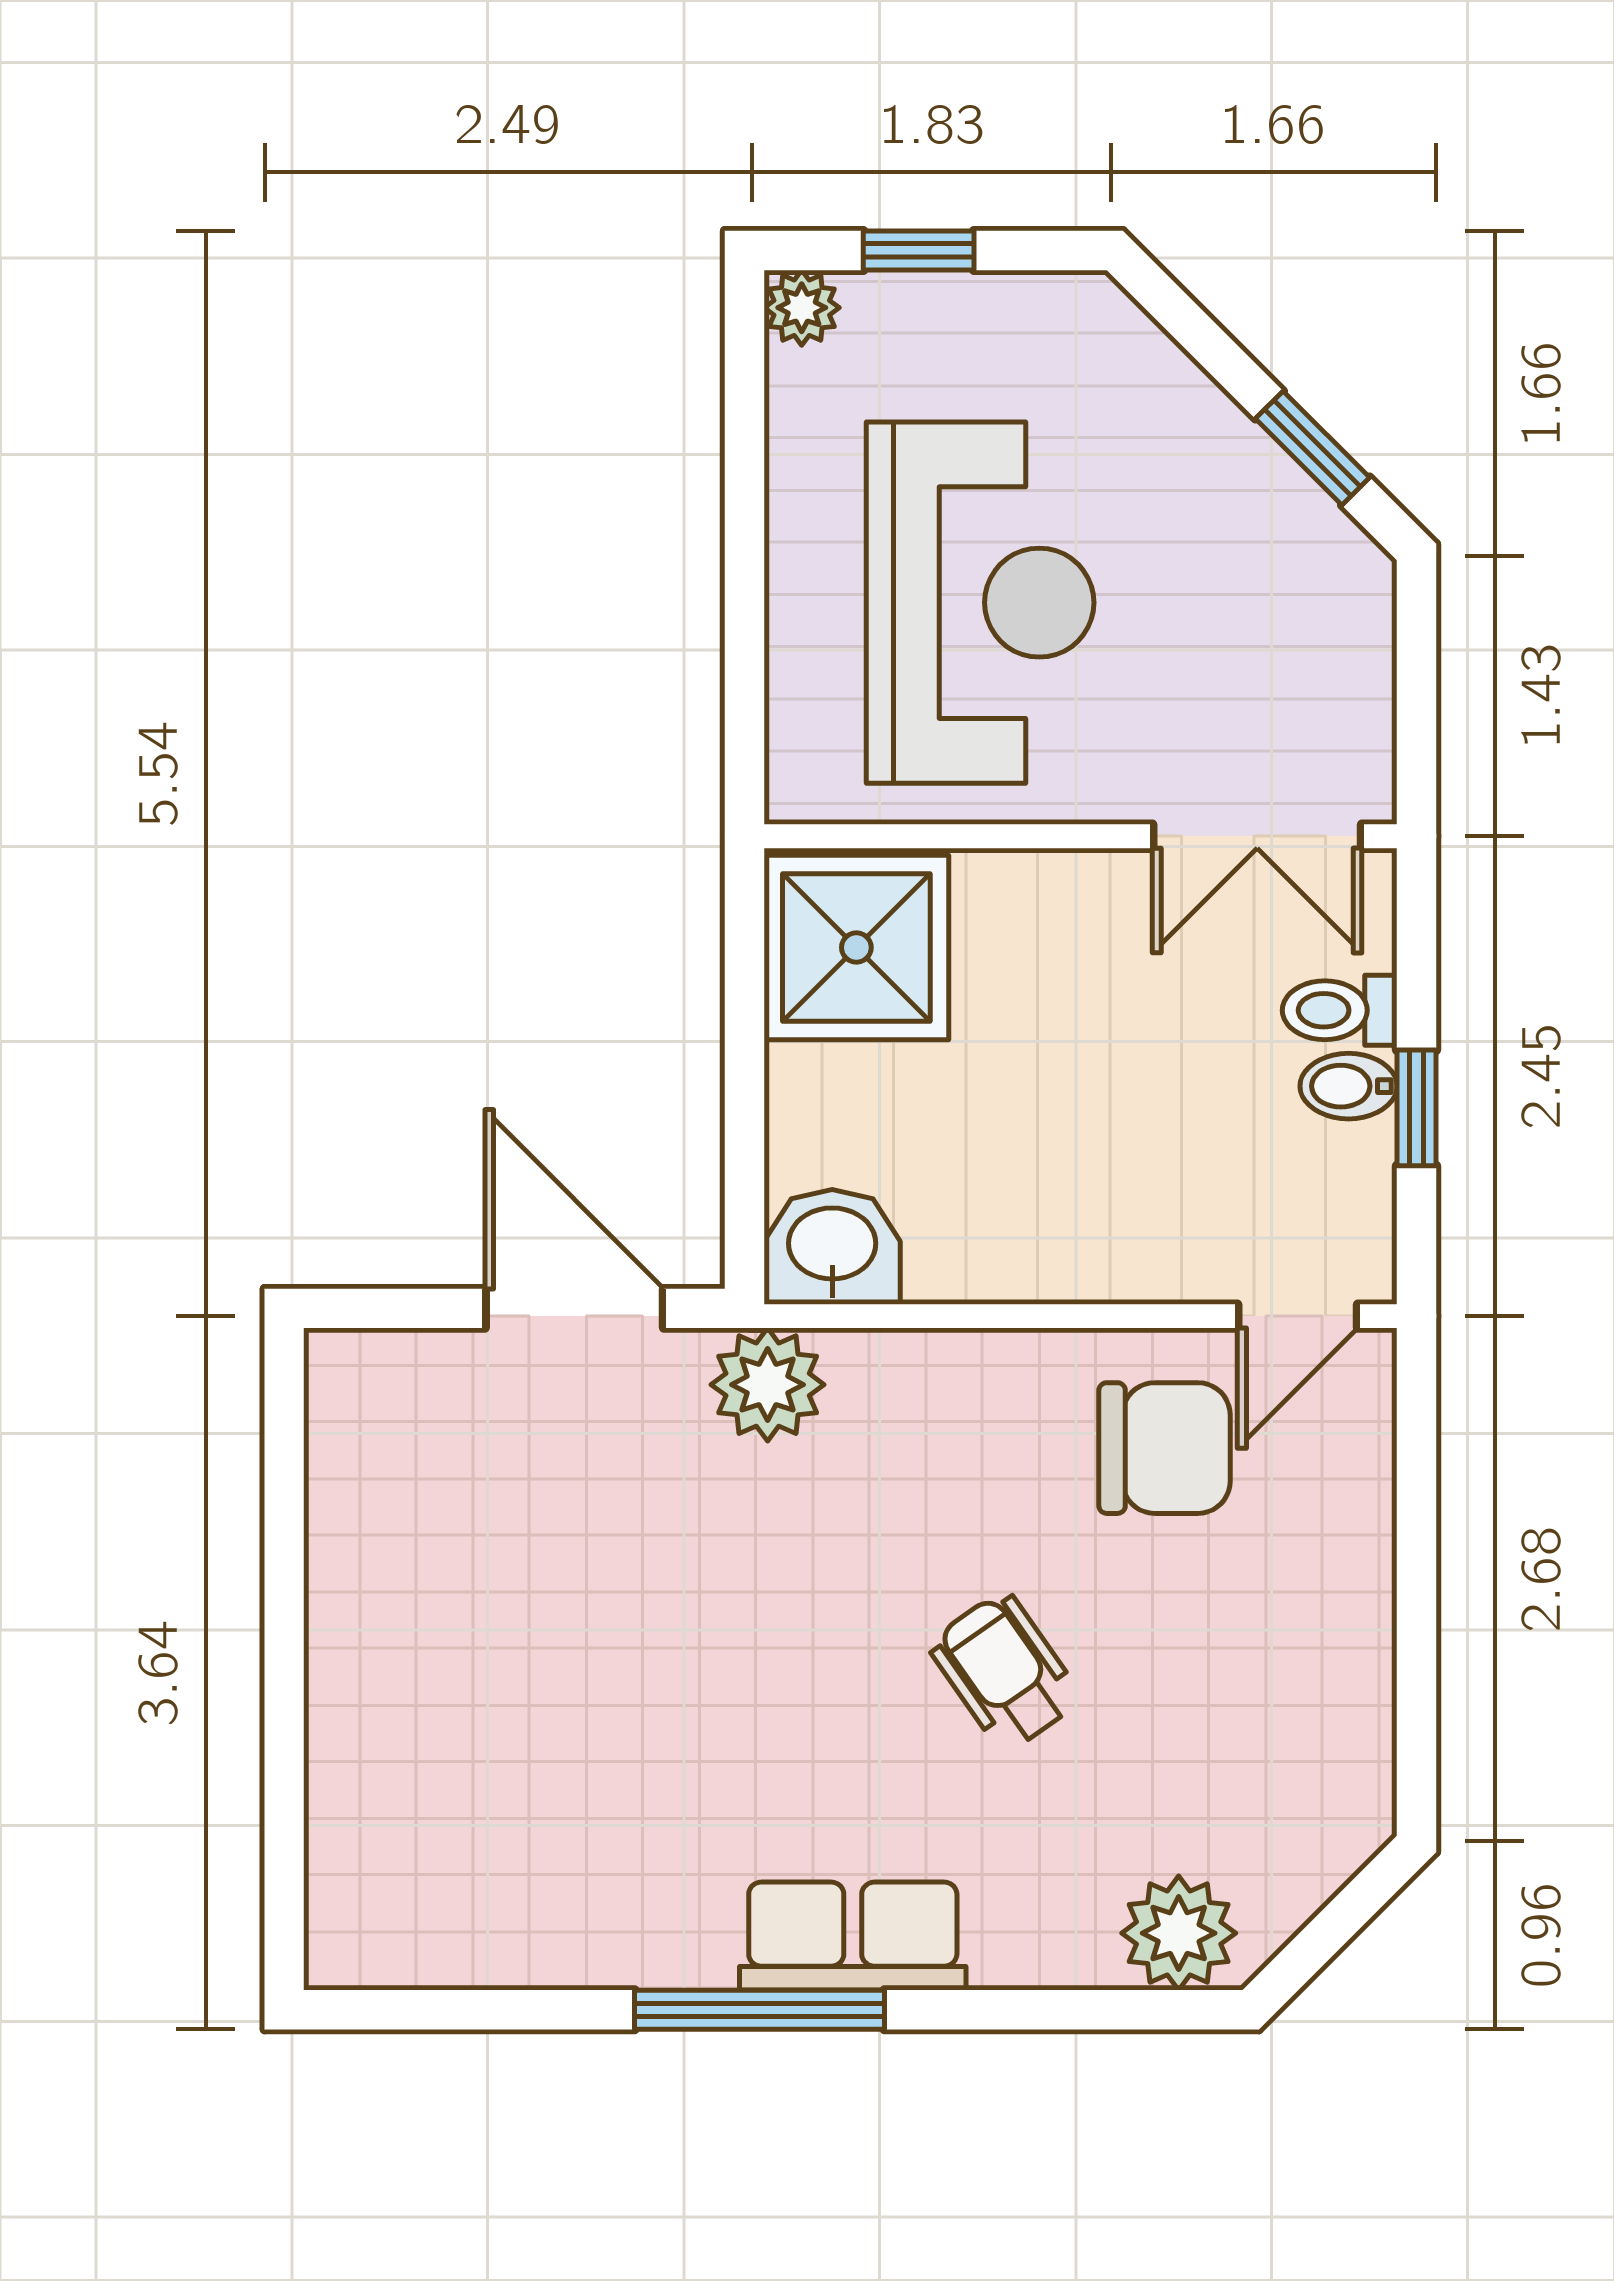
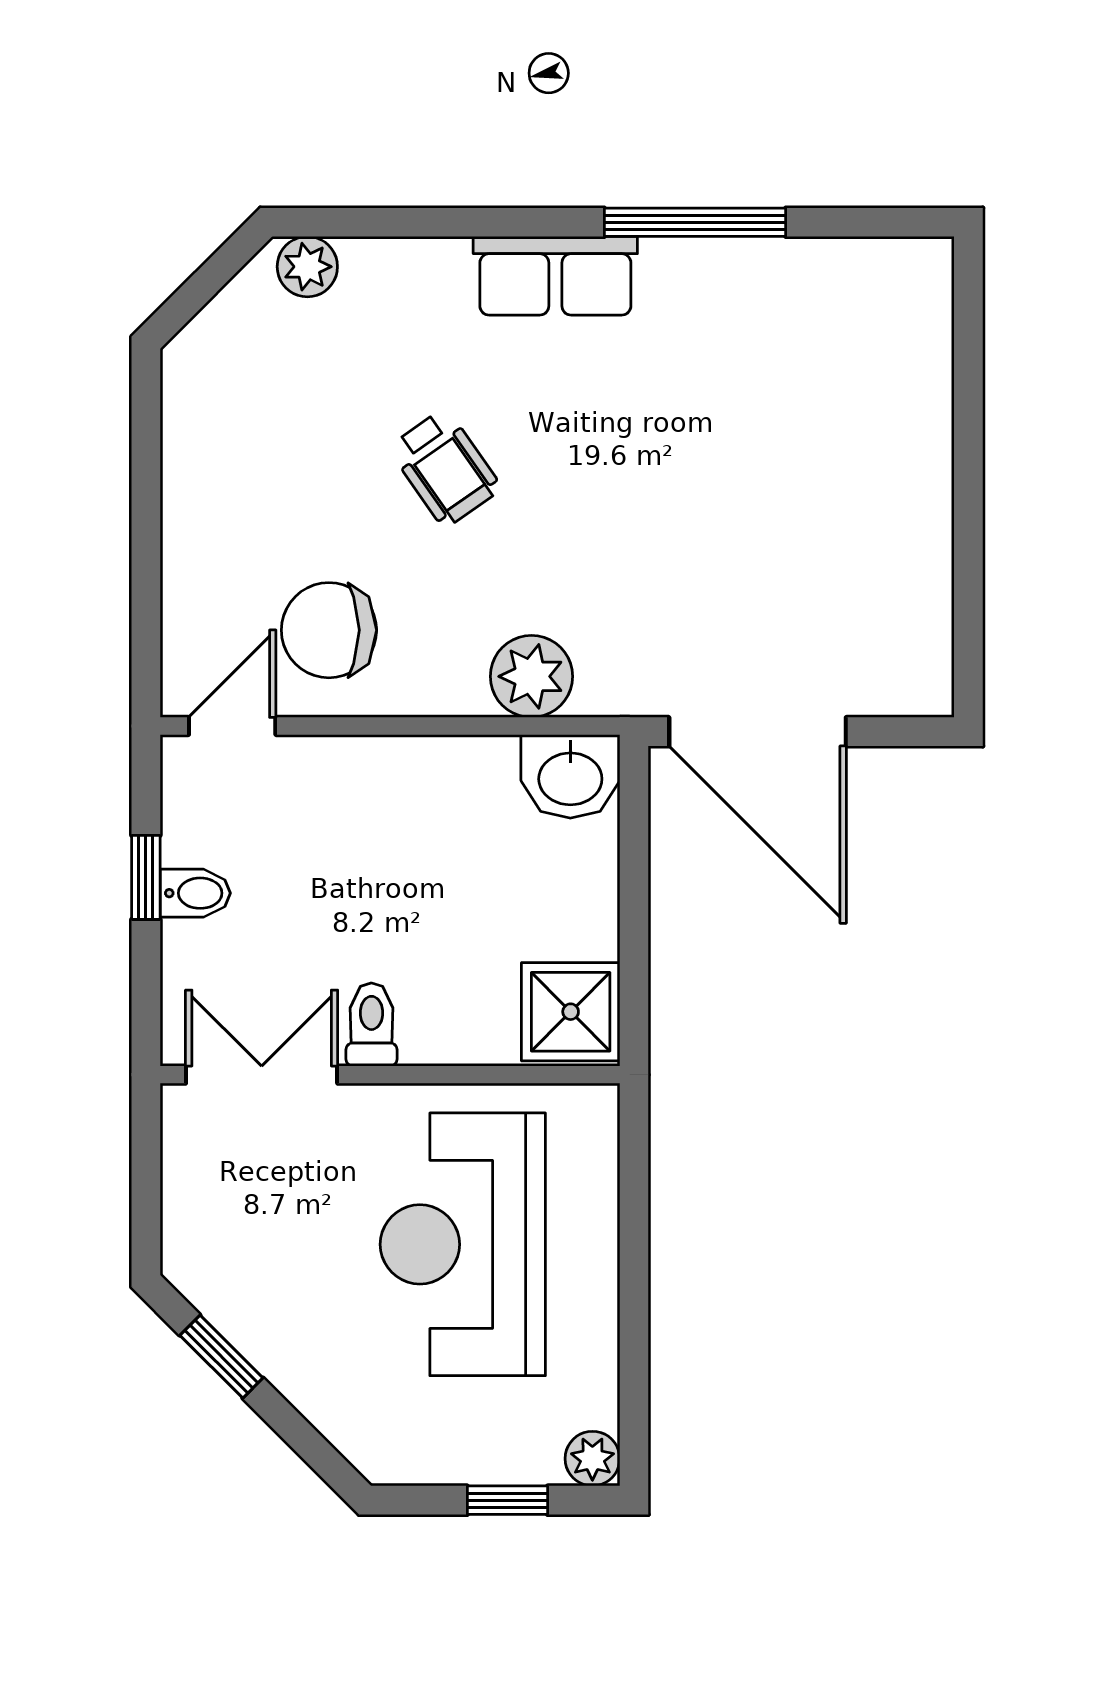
shower: (856, 947) -> (571, 1012), width x0.73, depth x0.73
toilet: (1340, 1010) -> (371, 1025), moved, turned -90
door: (574, 1308) -> (758, 732), width x1.36
plant: (768, 1385) -> (531, 676), moved
plant: (1179, 1933) -> (307, 267), width x0.73, depth x0.73
window: (759, 2010) -> (695, 222), moved

